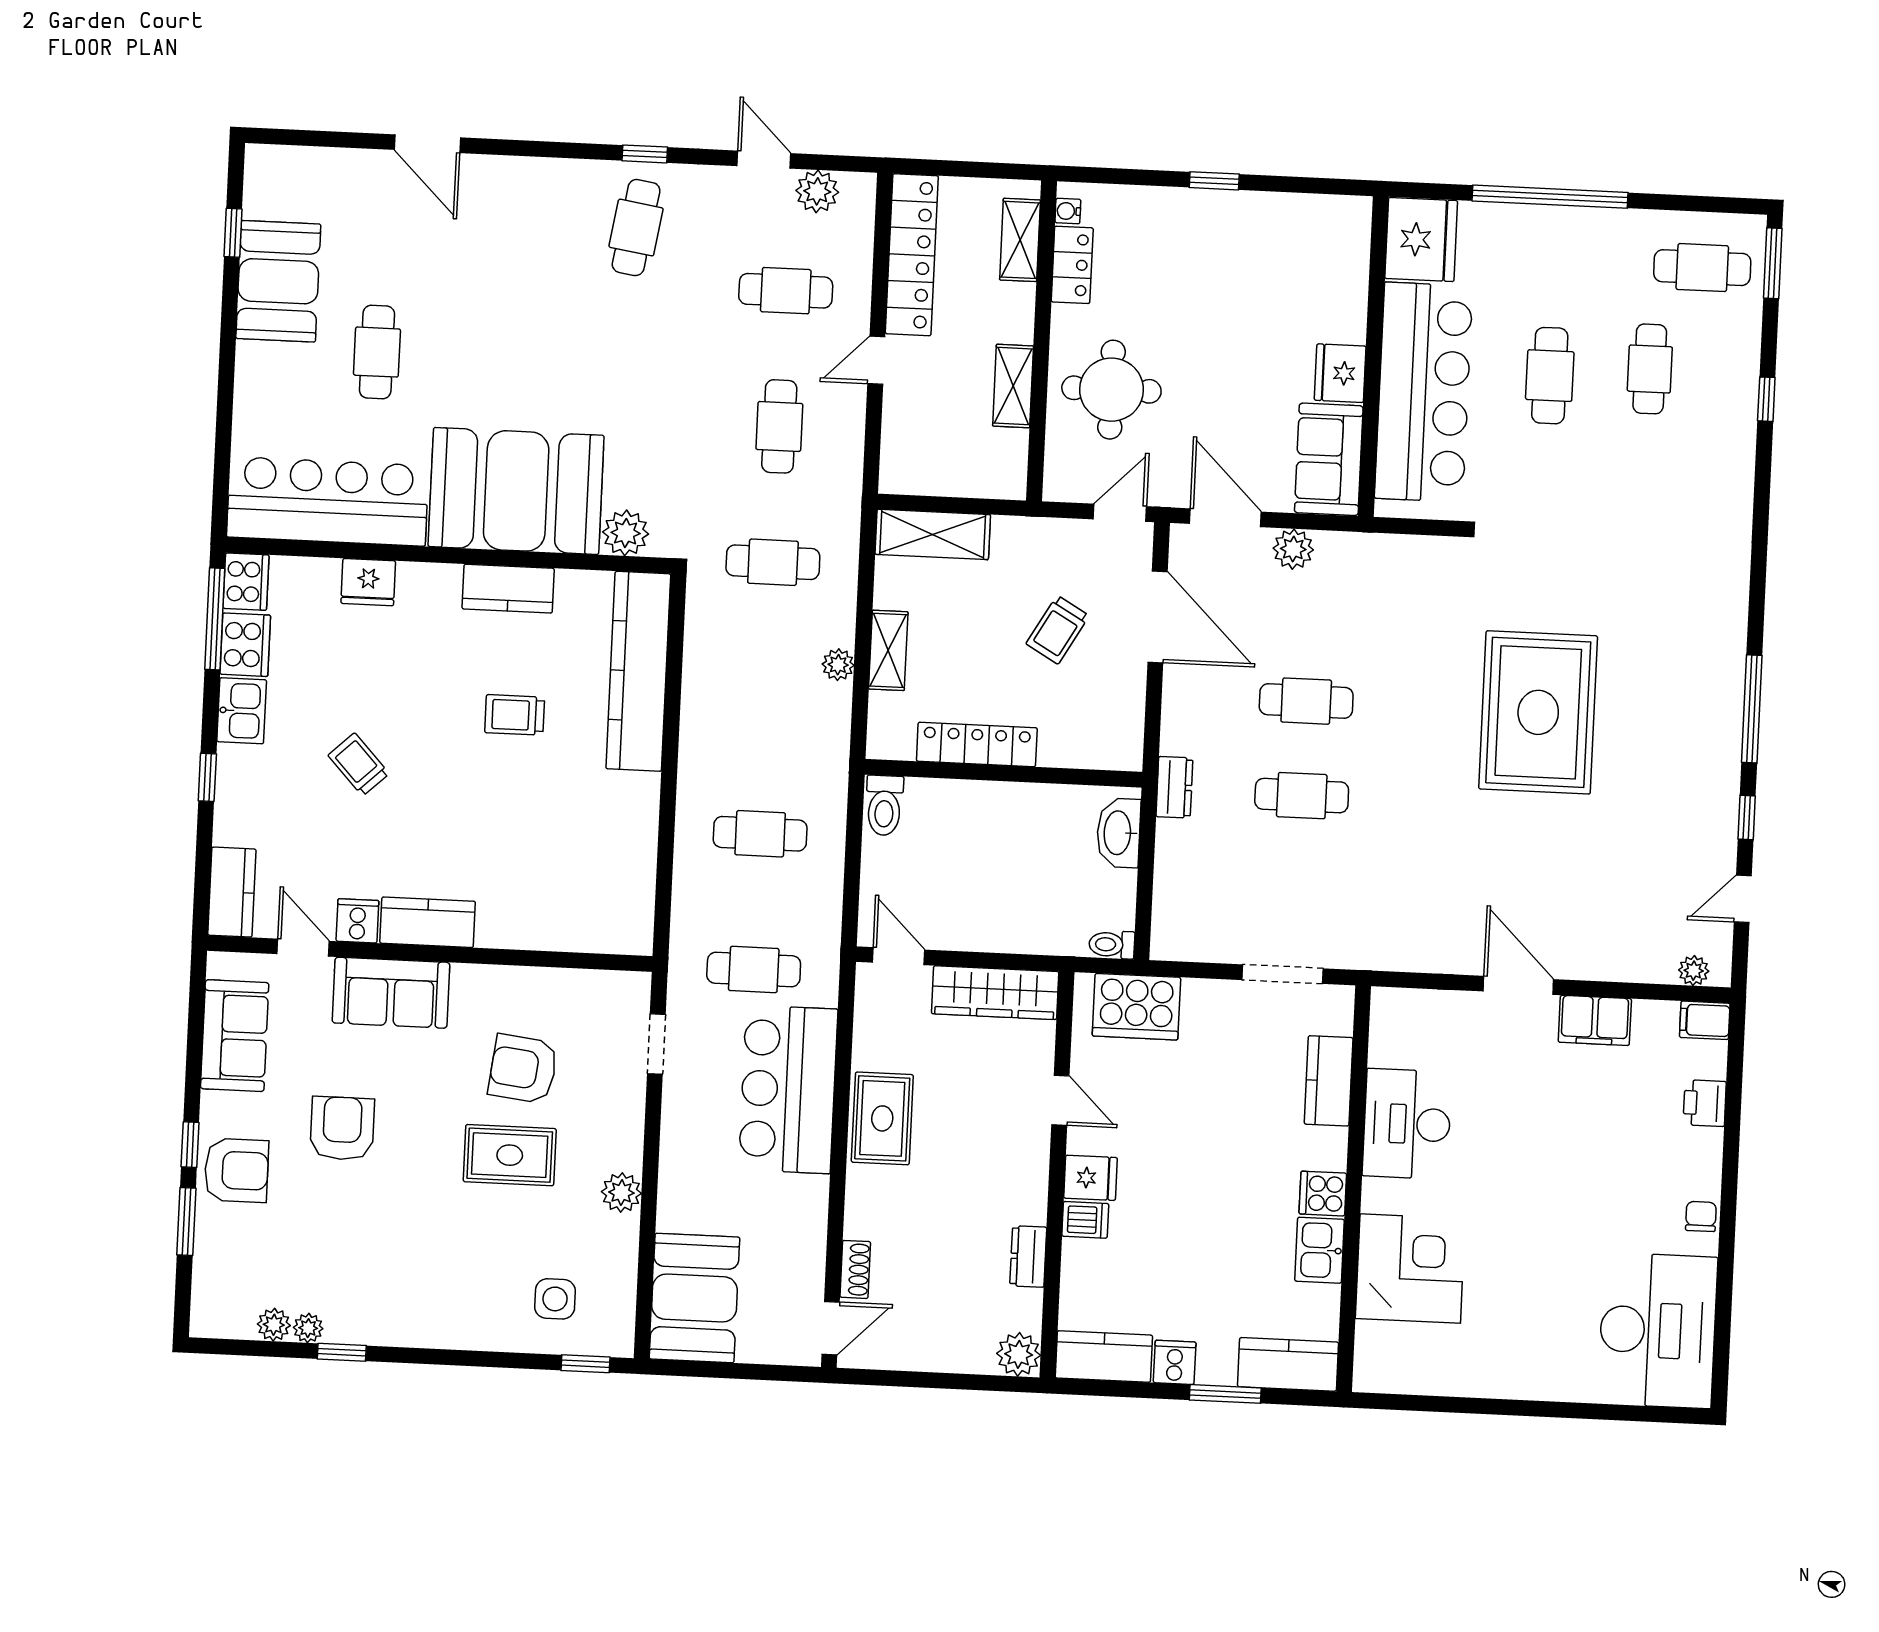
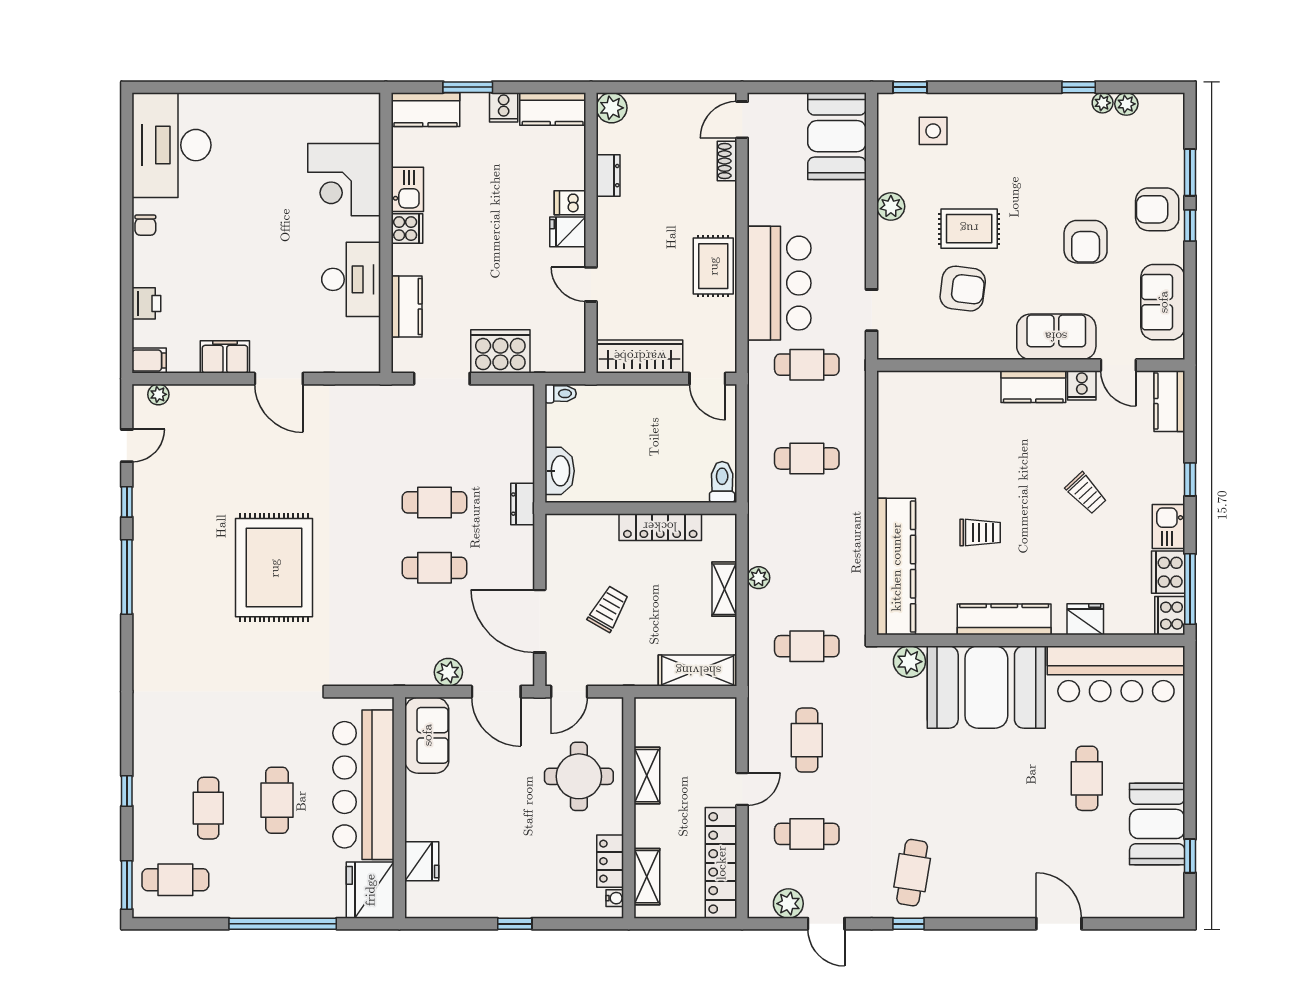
fridge: (1340, 373) -> (422, 861), moved
kitchen counter: (508, 589) -> (1004, 619), width x1.50
cooker: (1136, 1007) -> (500, 351), moved

